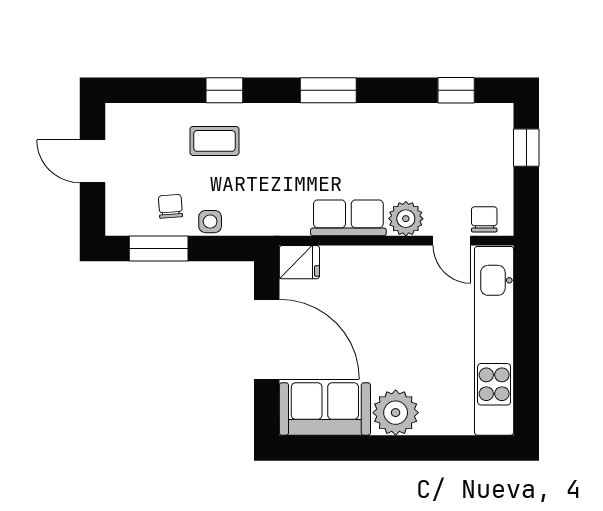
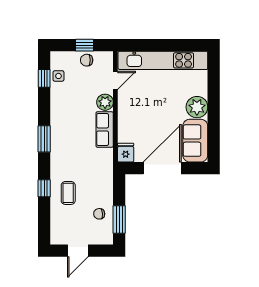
window: (526, 148) -> (84, 45), moved
chair: (484, 219) -> (87, 60), moved
side table: (210, 222) -> (58, 76), moved

